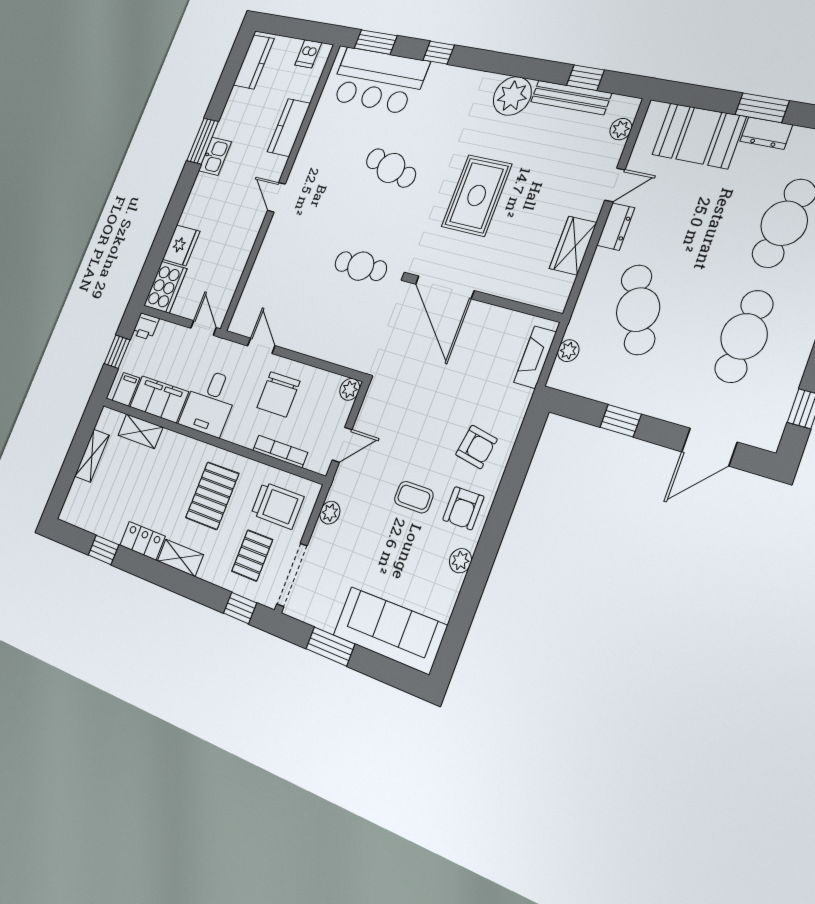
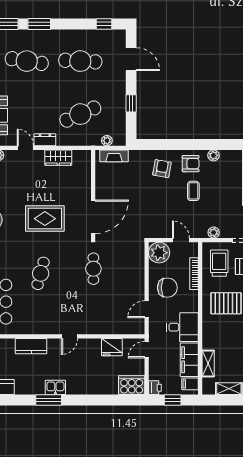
fridge: (181, 245) -> (112, 347), moved, turned 180
plant: (350, 389) -> (159, 253), width x1.87, depth x1.87

